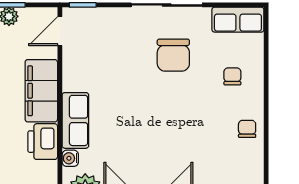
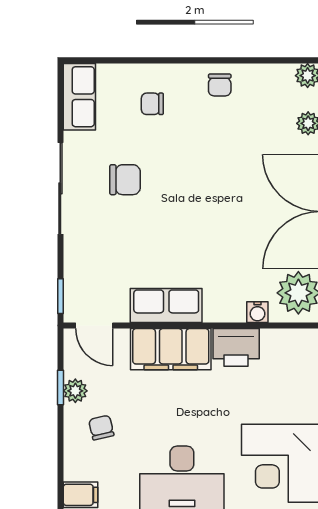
chair: (173, 55) -> (125, 180), width x0.73, depth x0.73
row of seats: (75, 120) -> (166, 306), moved
chair: (247, 129) -> (220, 85), turned -90

